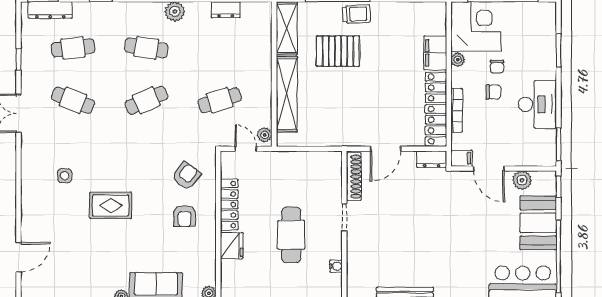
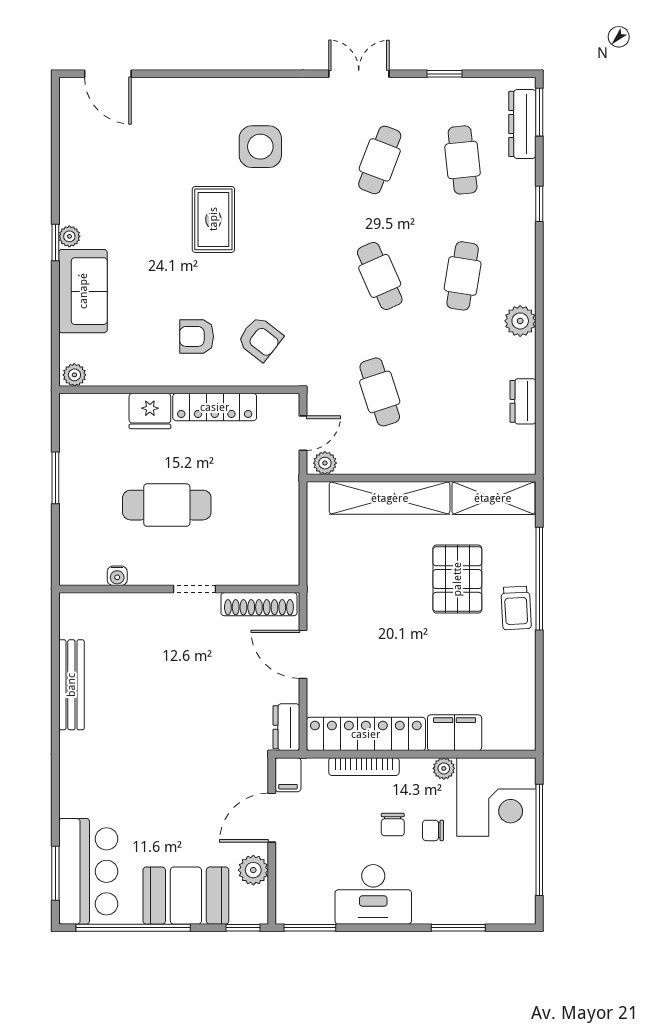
side table: (65, 176) -> (260, 147), width x1.87, depth x1.87
door: (19, 257) -> (108, 74), moved

